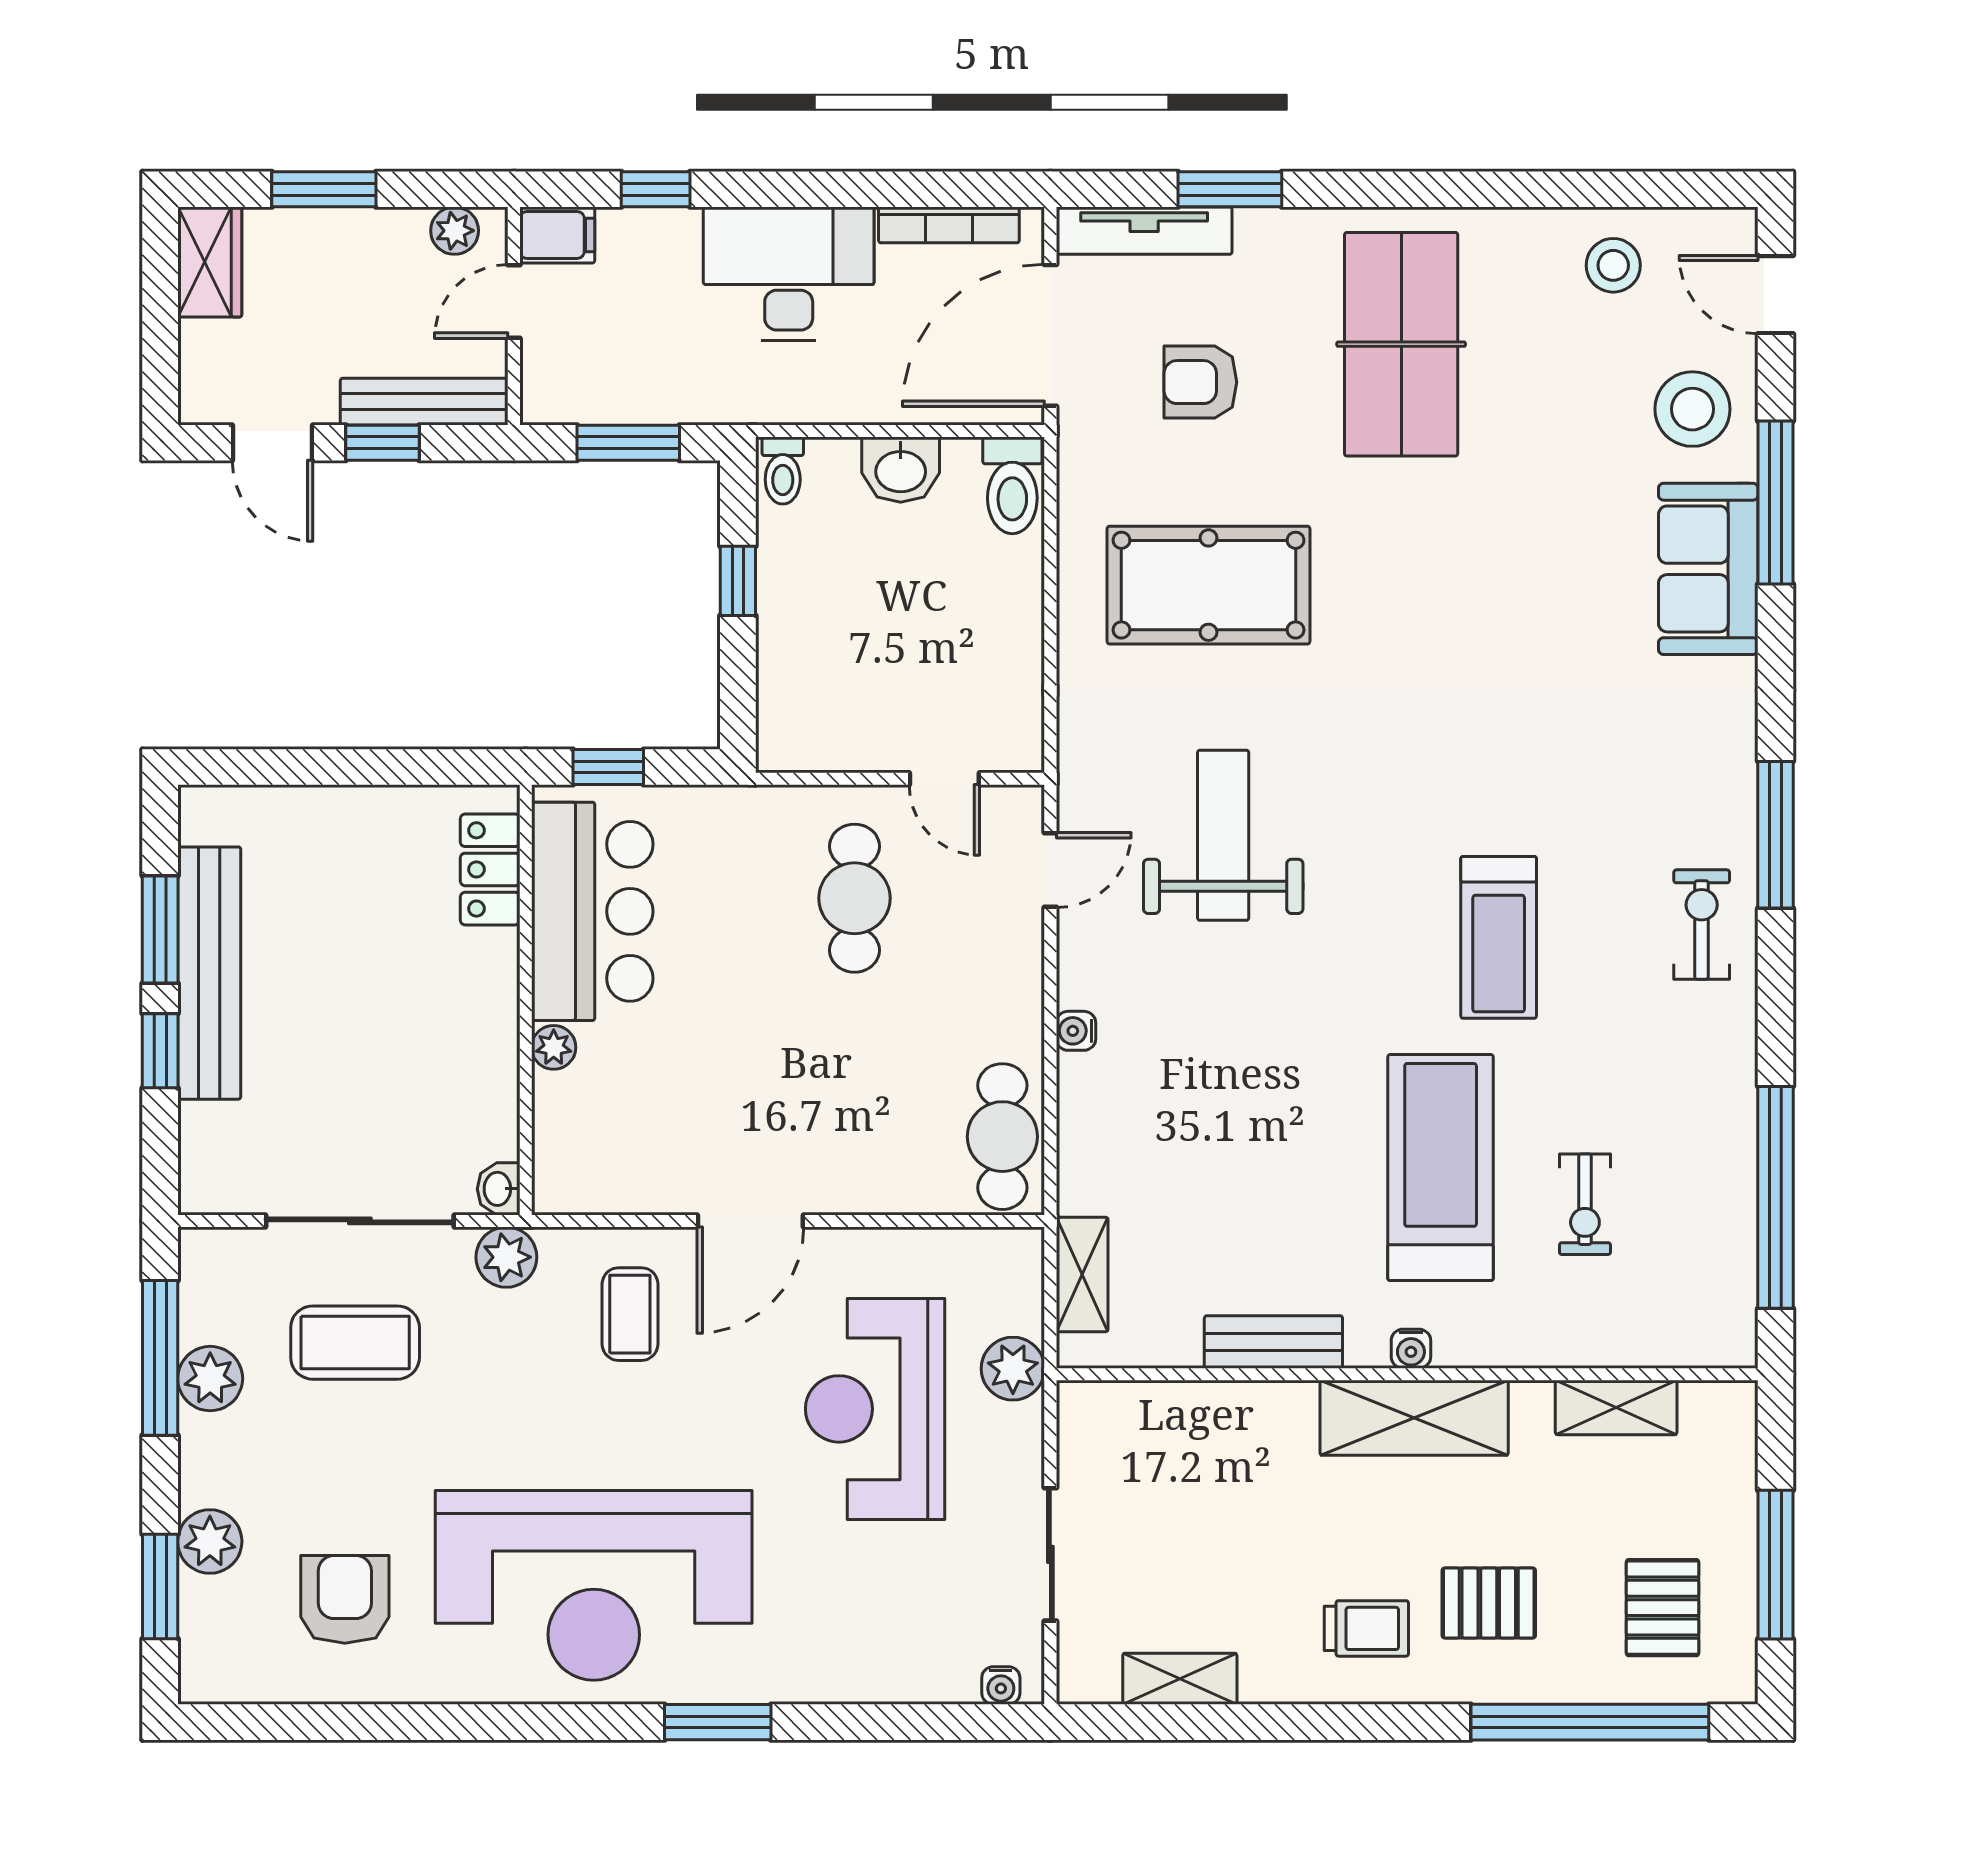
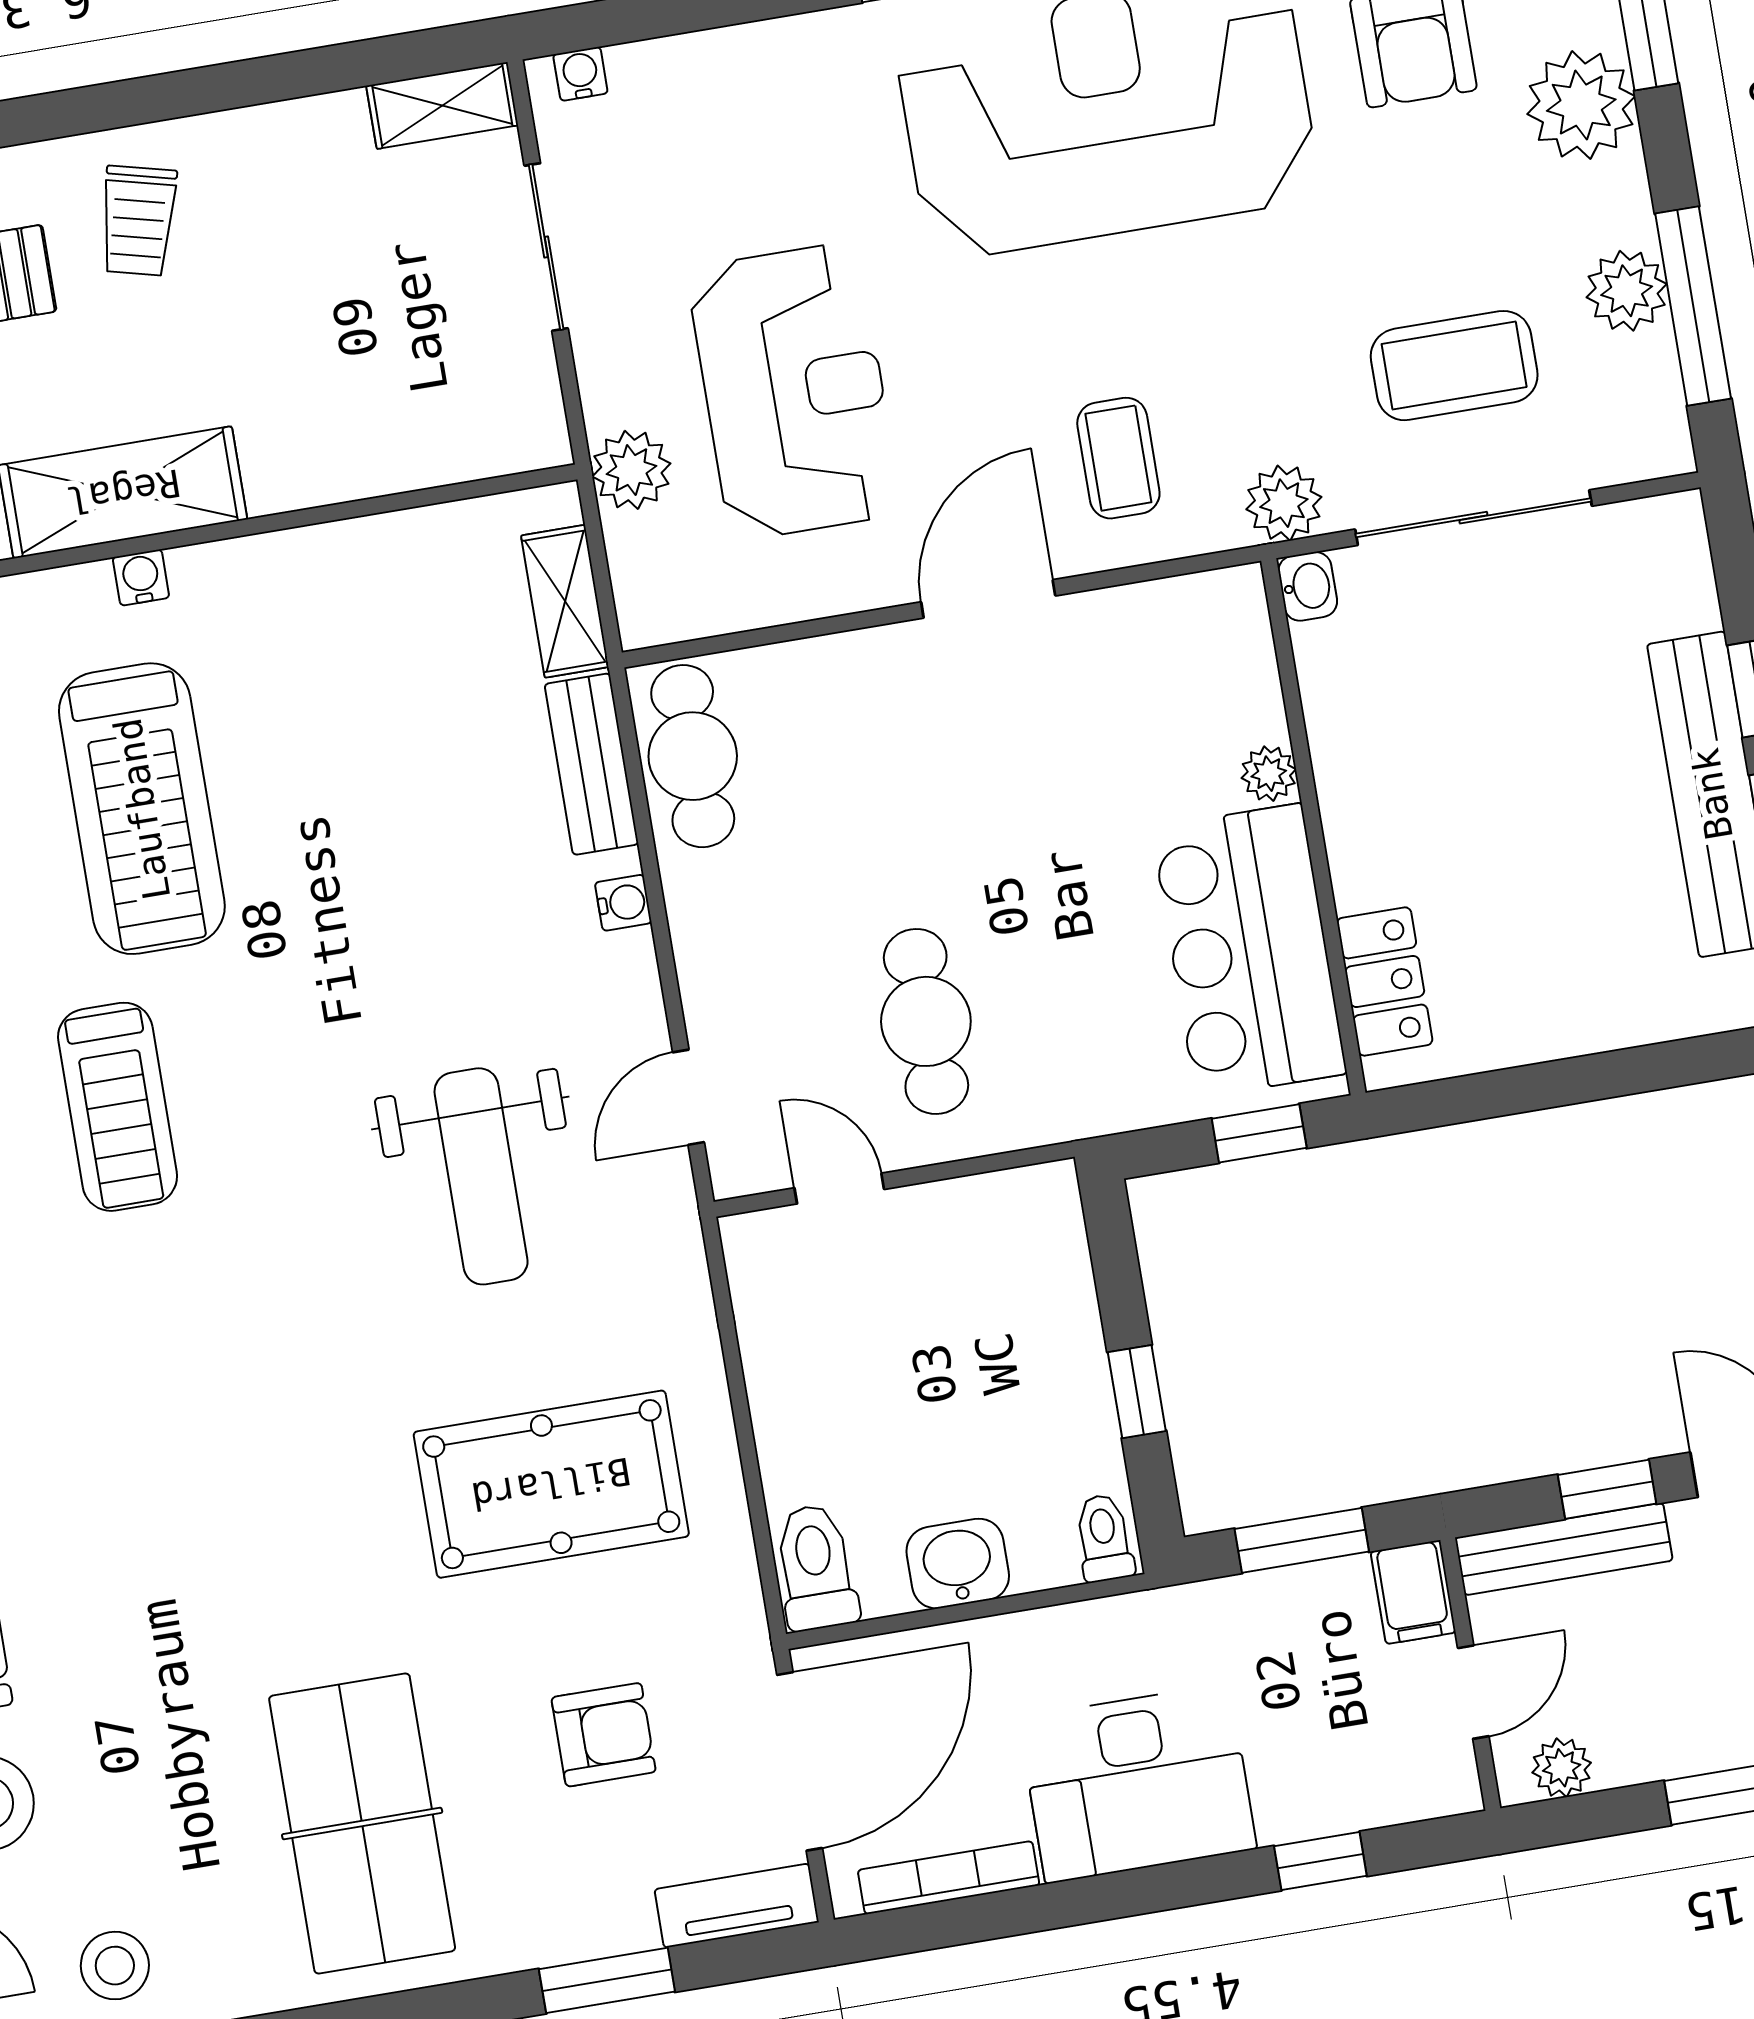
tv unit: (1144, 231) -> (737, 1906), width x0.71
filing cabinet: (557, 235) -> (1413, 1592), moved, turned -90
treadmill: (1499, 937) -> (118, 1107), turned 180
bench: (1273, 1342) -> (592, 764), moved, turned 90
plant: (210, 1541) -> (1581, 105), width x1.36, depth x1.36
trolley: (1366, 1628) -> (138, 221), turned -76
shelving: (1180, 1679) -> (442, 105), moved

